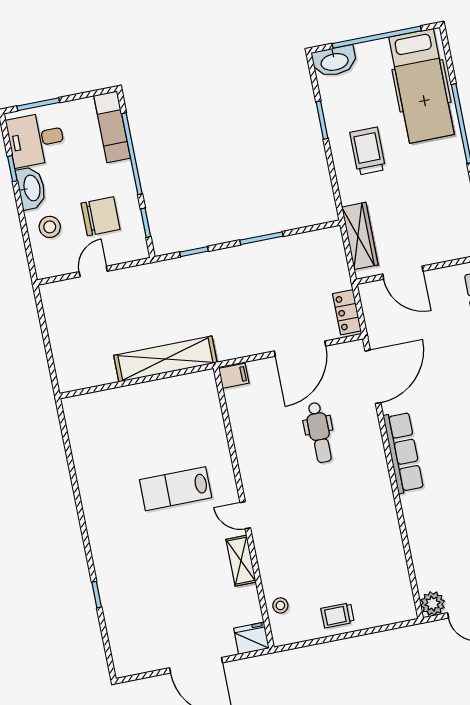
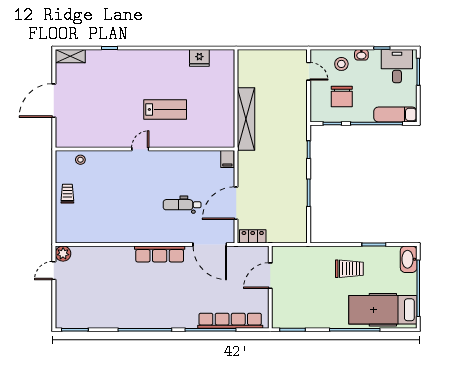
washbasin: (31, 188) -> (361, 55), width x0.52, depth x0.69
wardrobe: (360, 236) -> (298, 254), removed
door: (93, 272) -> (309, 71), moved
door: (300, 349) -> (236, 203), hinge flipped
lab bench: (176, 489) -> (165, 109), turned 90
shelving: (241, 561) -> (70, 56), moved
fridge: (251, 638) -> (199, 58), moved, turned 90

